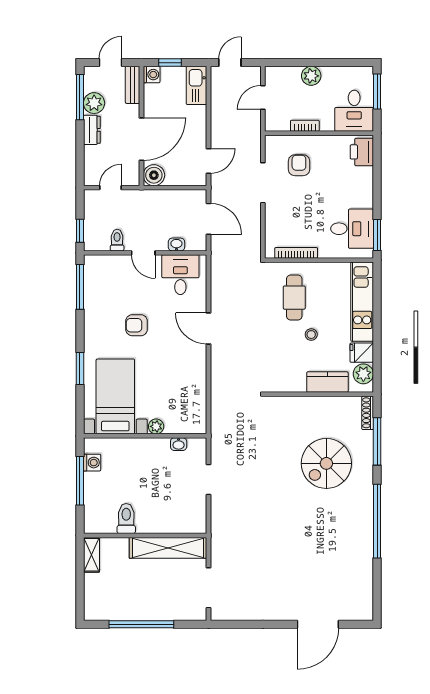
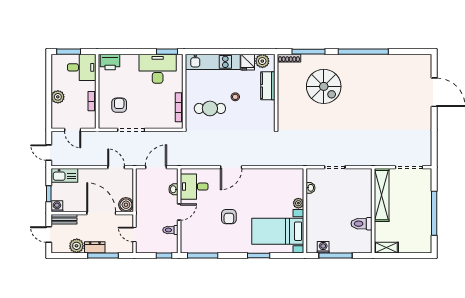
window: (80, 97) -> (103, 255), moved
armchair: (299, 165) -> (119, 105), turned 90
desk: (352, 229) -> (158, 69), width x1.37

